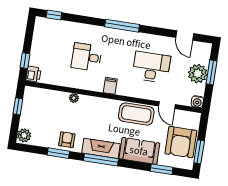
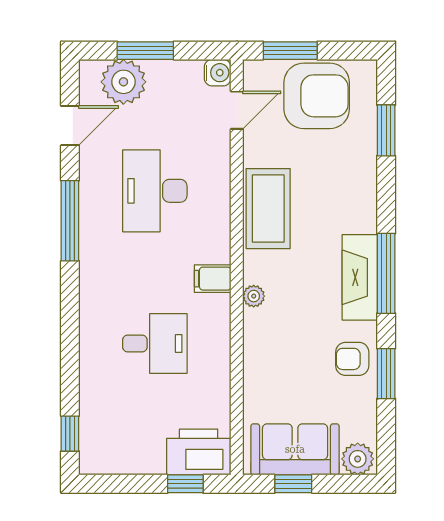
window: (122, 26) -> (70, 221), moved
desk: (87, 57) -> (155, 344), turned -90
printer: (33, 74) -> (199, 452), width x1.87, depth x1.48
plant: (198, 74) -> (123, 82), moved
plant: (74, 98) -> (254, 296), moved
door: (167, 105) -> (237, 110), moved
sofa: (139, 151) -> (295, 449), moved, turned 90
window: (199, 152) -> (290, 51), moved

